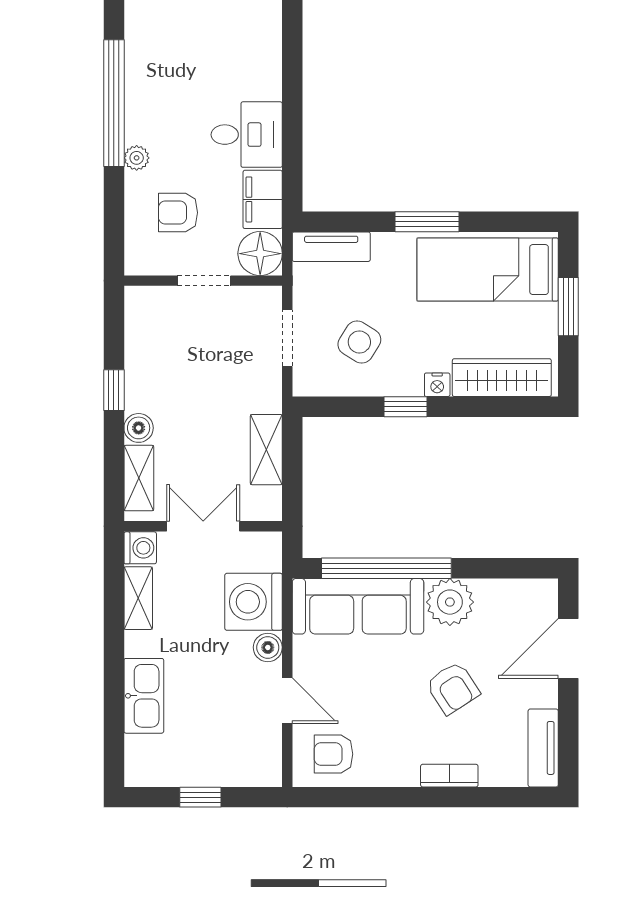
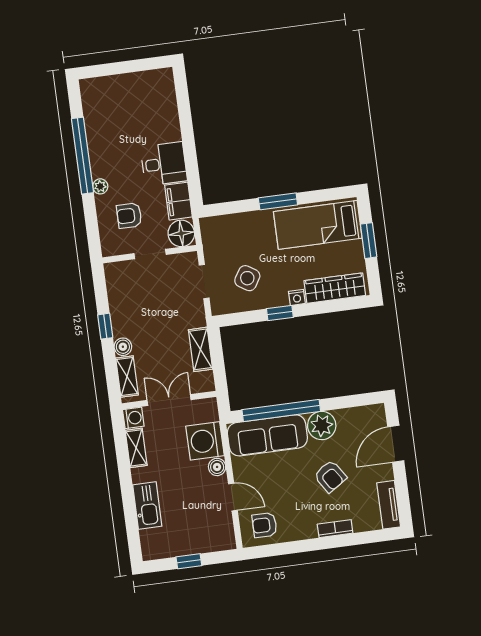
tv unit: (331, 247) -> (223, 224), removed

